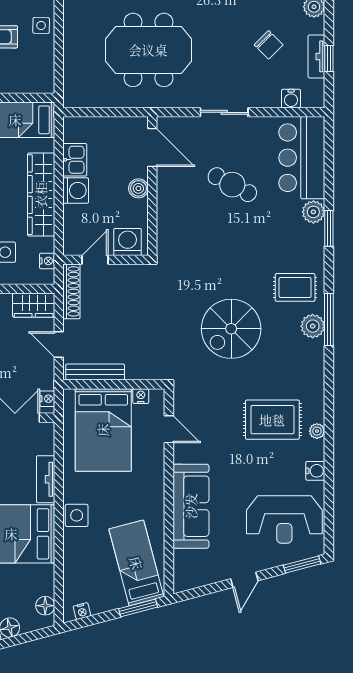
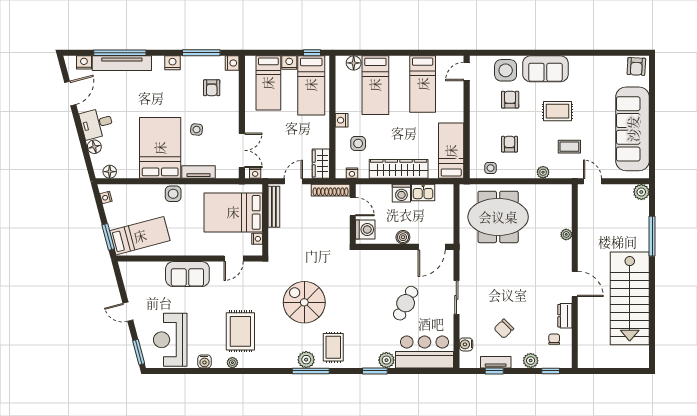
side table: (41, 25) -> (491, 168), moved
meeting table: (148, 50) -> (498, 217), moved, turned 90
sofa: (191, 506) -> (187, 274), width x0.73

